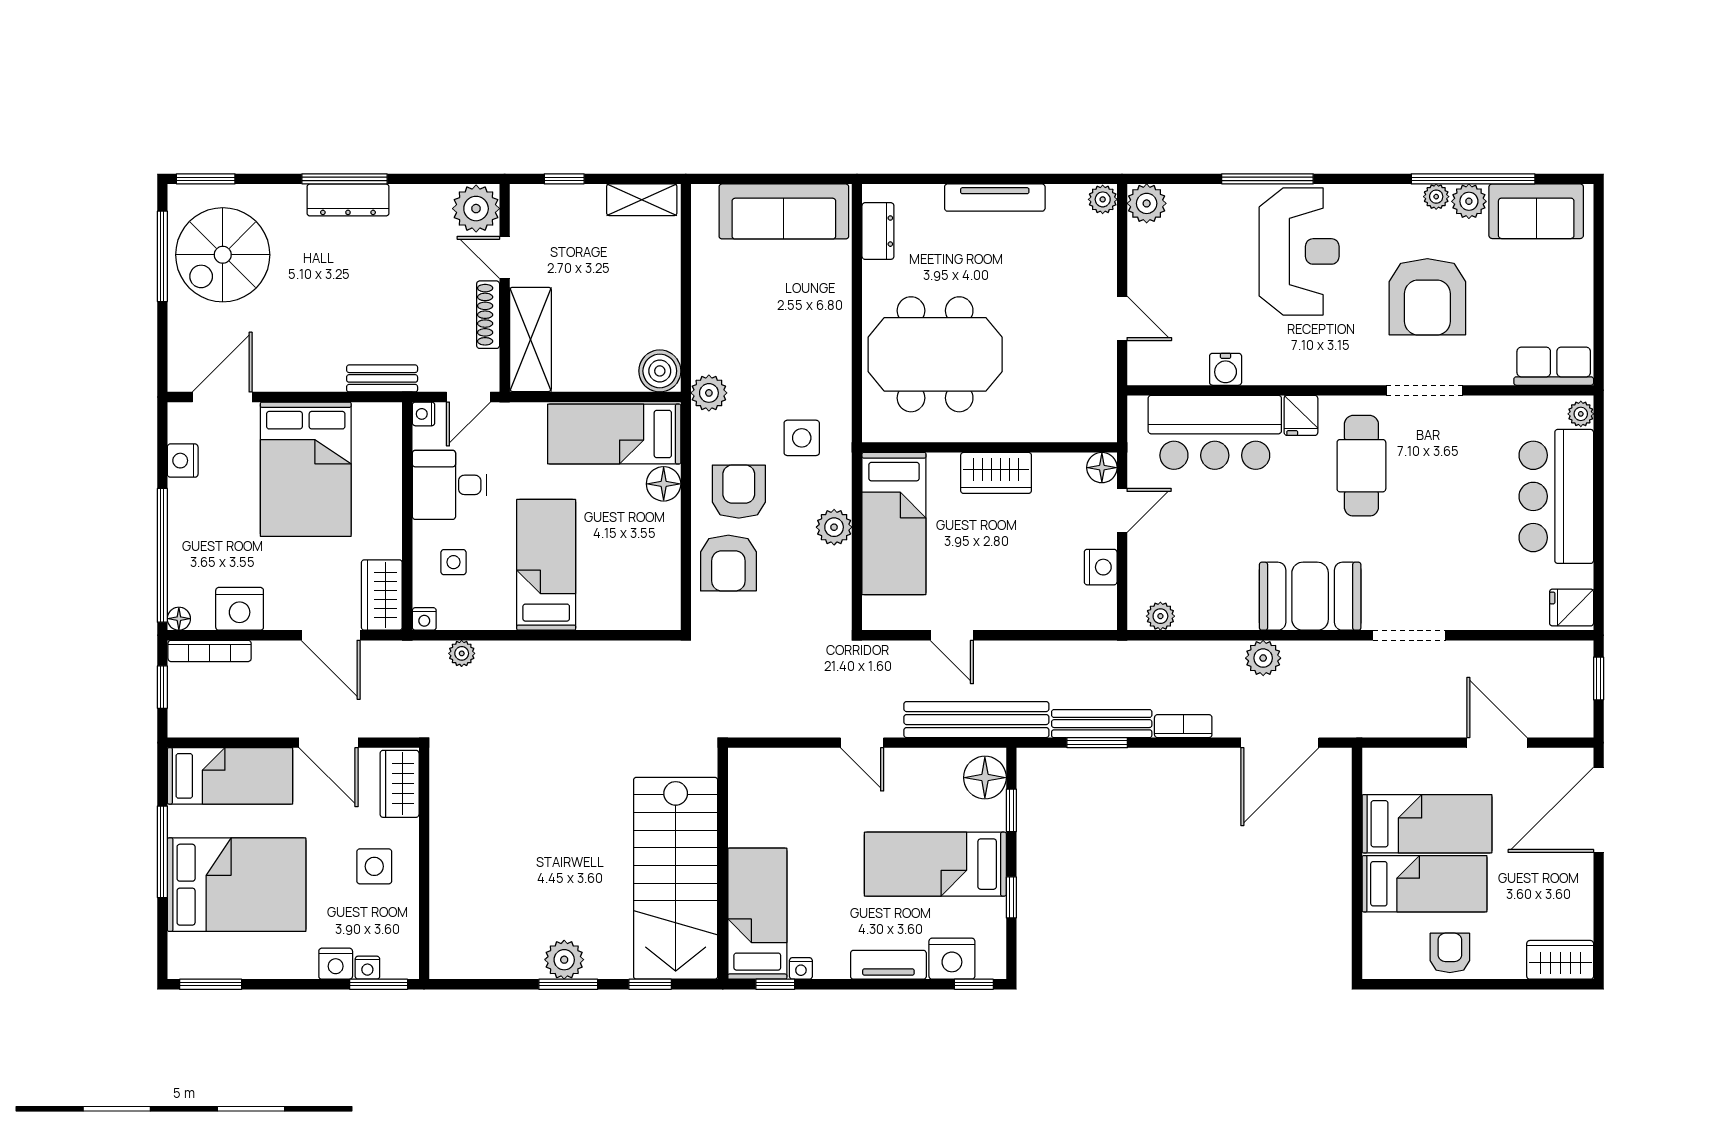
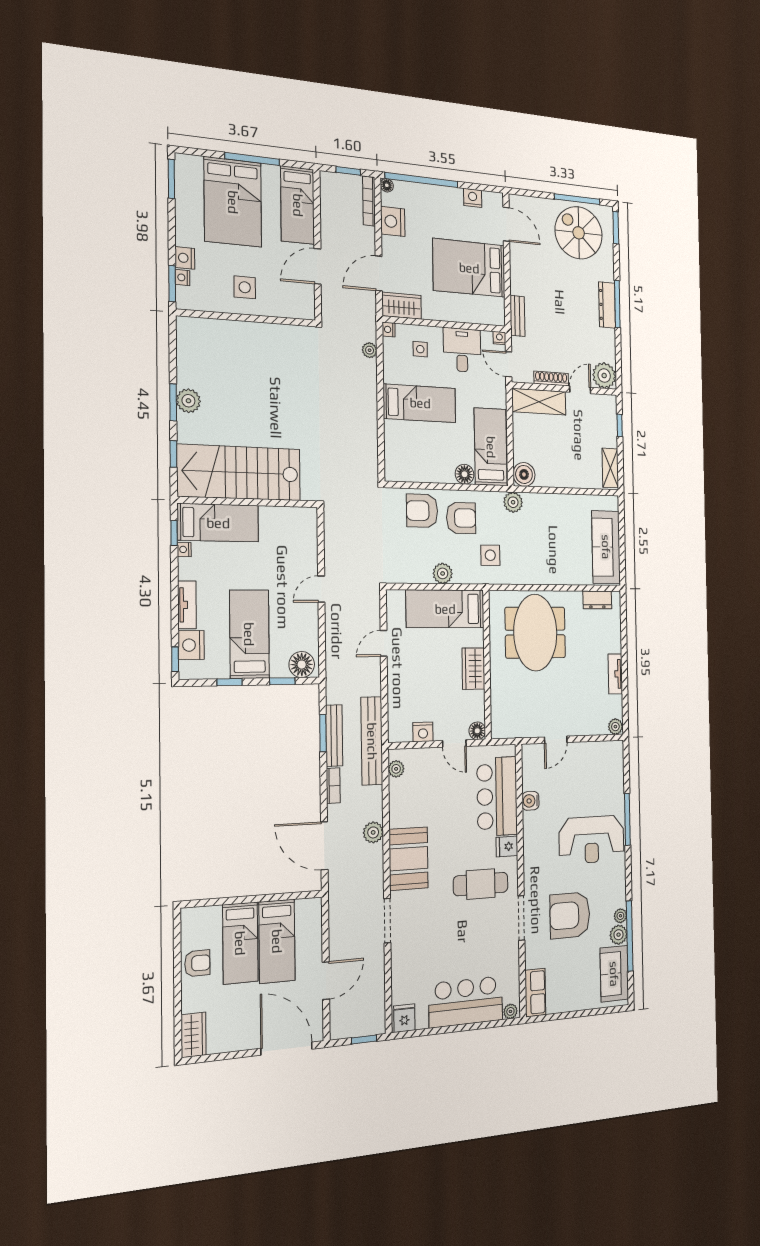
tv unit: (995, 198) -> (615, 674), width x0.71
plant: (1147, 203) -> (614, 751), removed
bench: (976, 720) -> (372, 741), moved
wardrobe: (400, 784) -> (294, 307), removed

